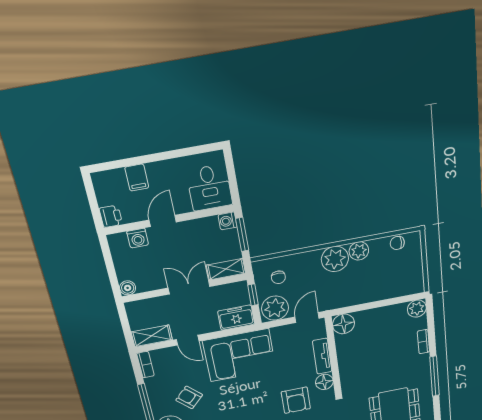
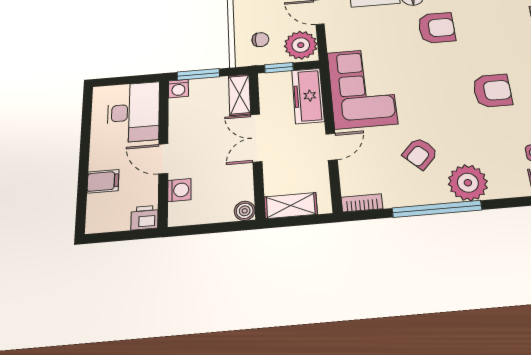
desk: (209, 188) -> (133, 112), width x1.37
freezer: (236, 318) -> (308, 96), width x1.40
shelving: (152, 336) -> (291, 206), moved, turned 90

